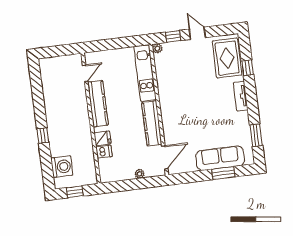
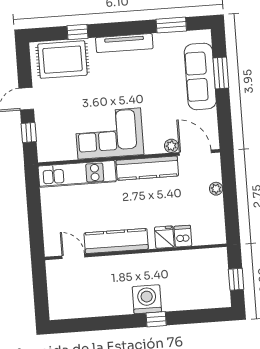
plant: (157, 48) -> (171, 146), moved
corner sofa: (175, 95) -> (109, 134), added
tv unit: (241, 96) -> (124, 43), width x1.41
washing machine: (62, 167) -> (147, 299), moved

